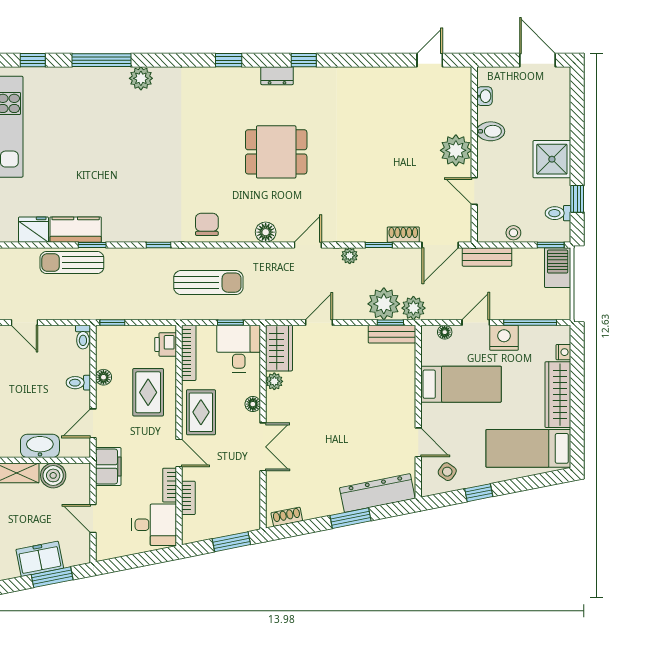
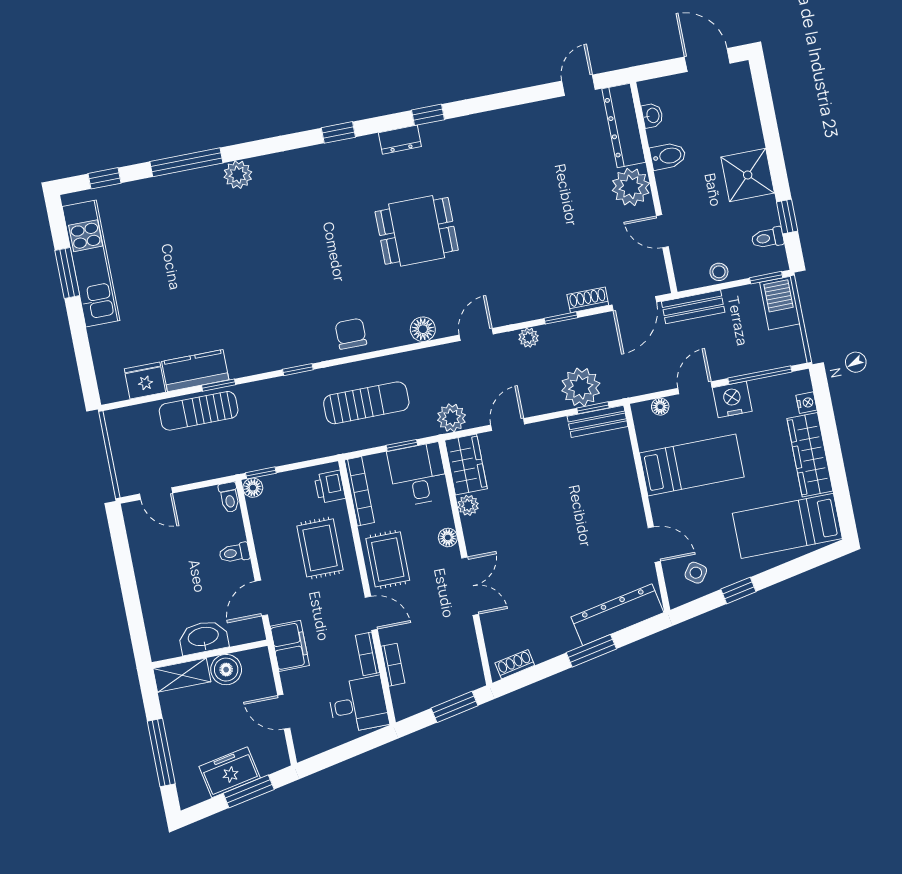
dresser: (460, 100) -> (624, 126), added
plant: (413, 308) -> (451, 418), moved
floor lamp: (103, 377) -> (253, 488), moved

